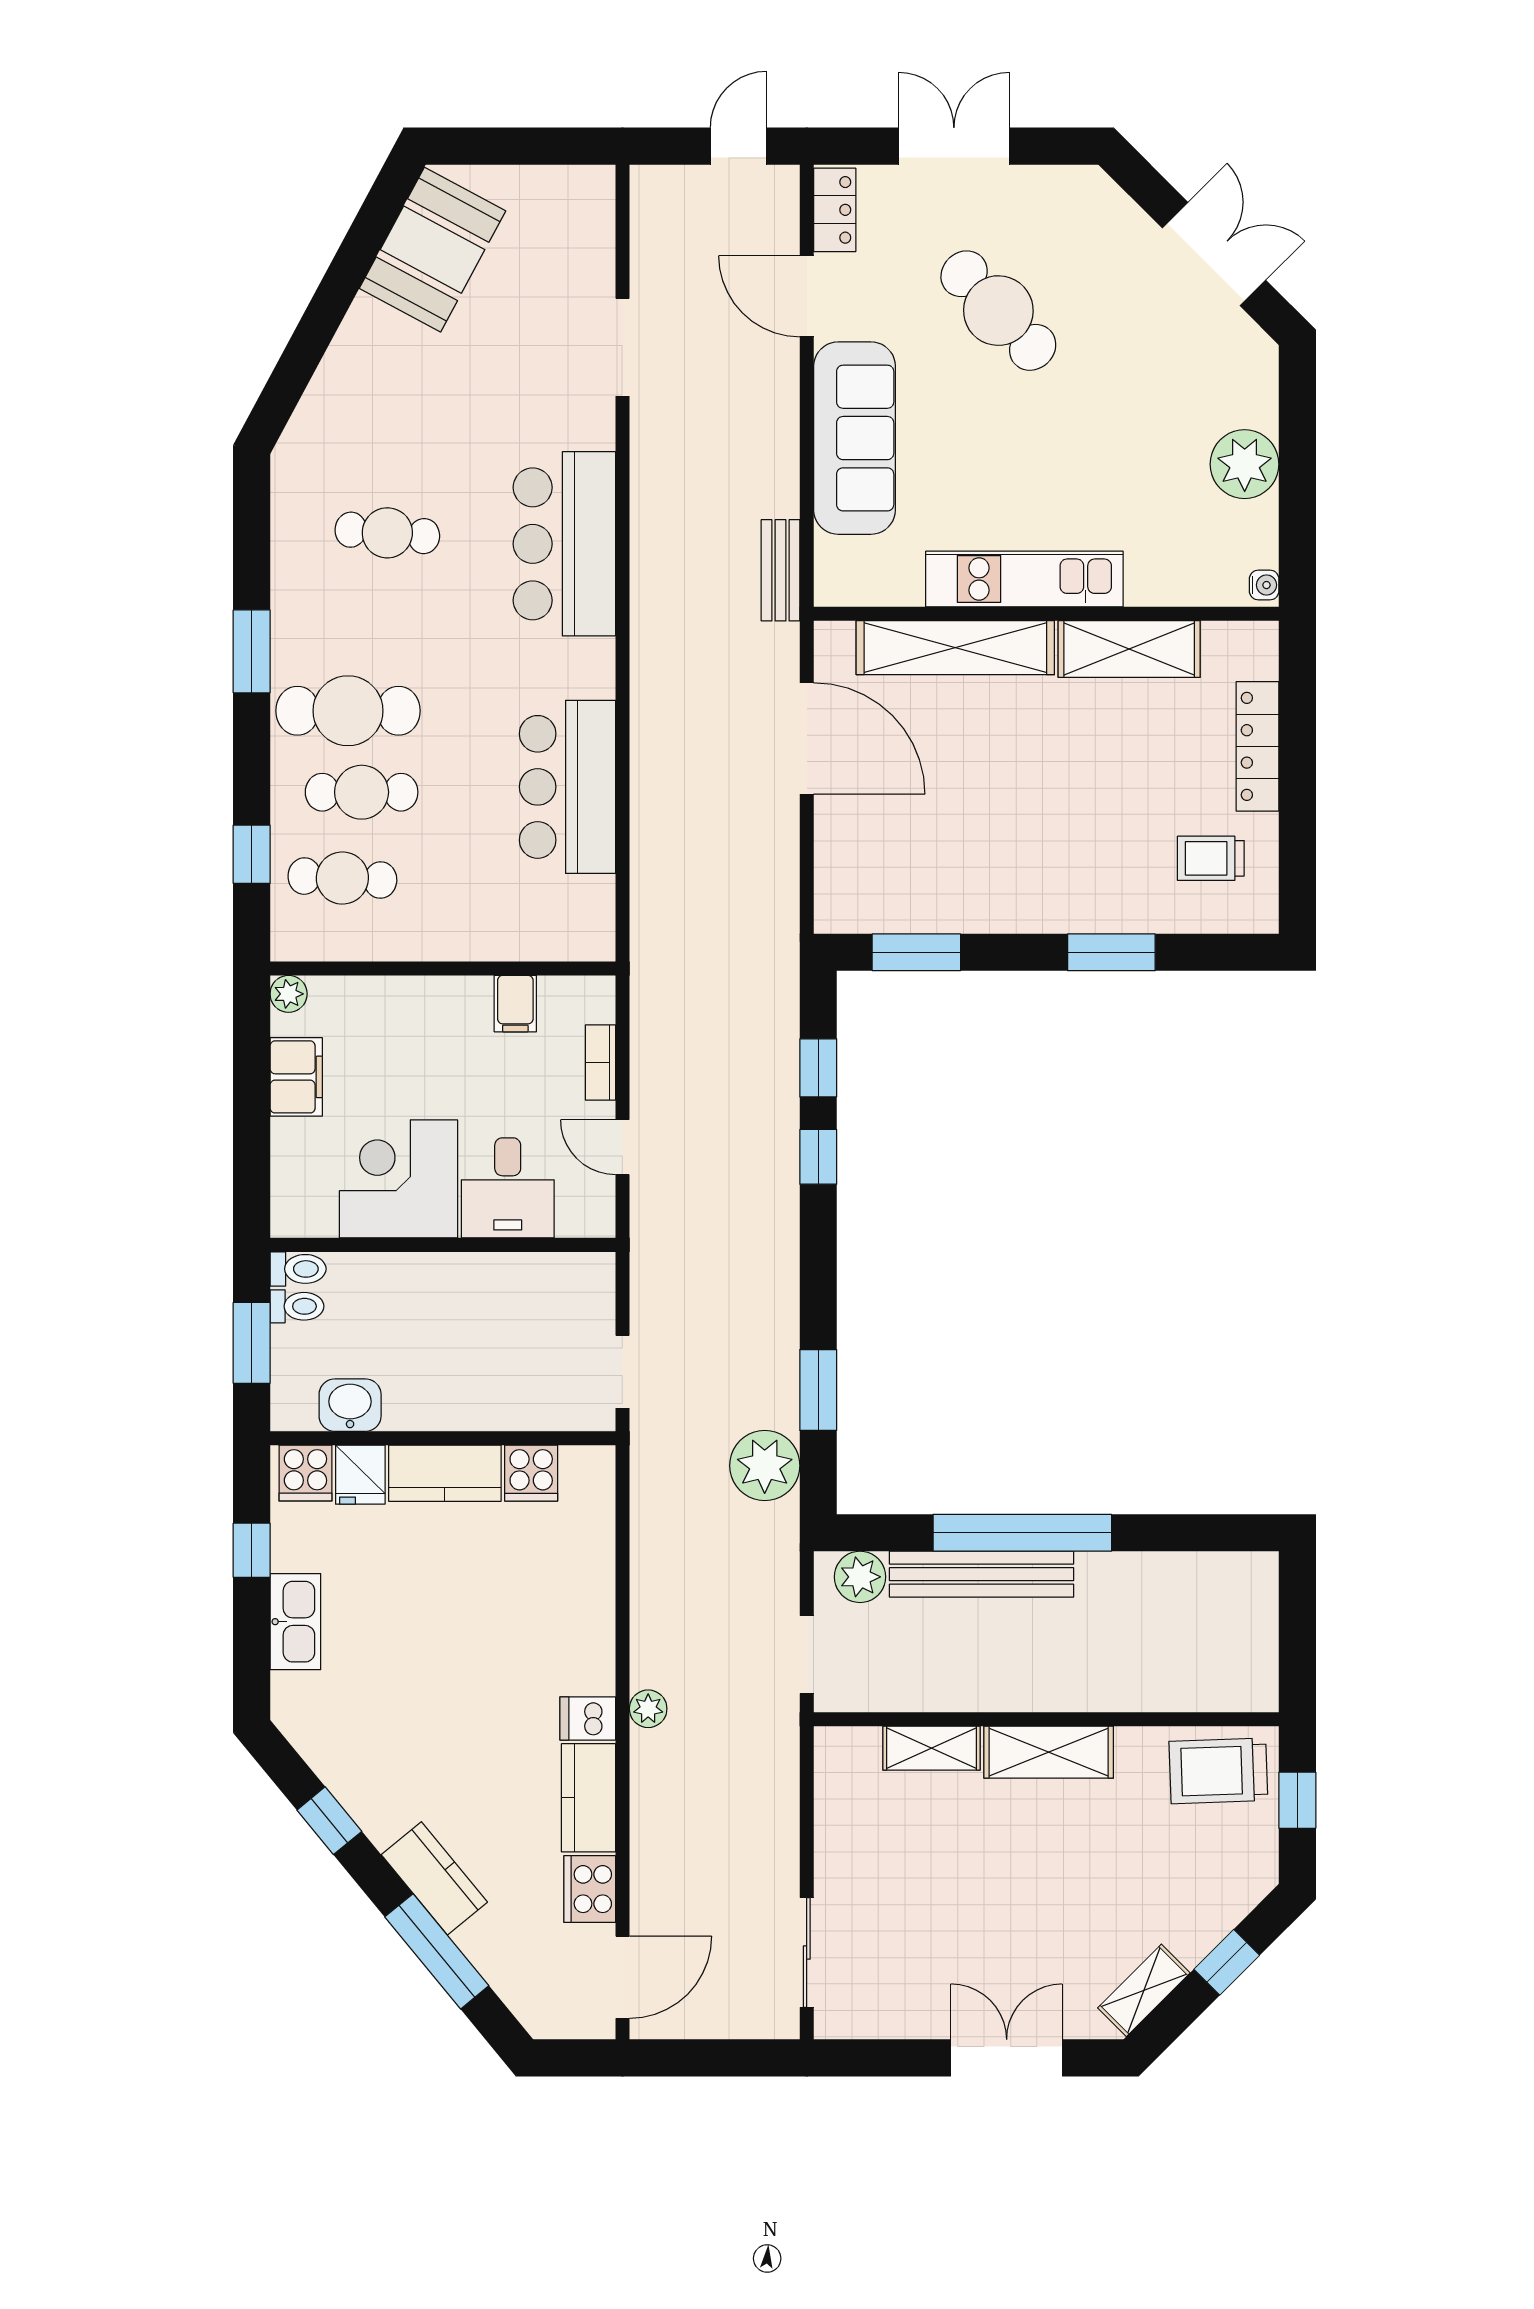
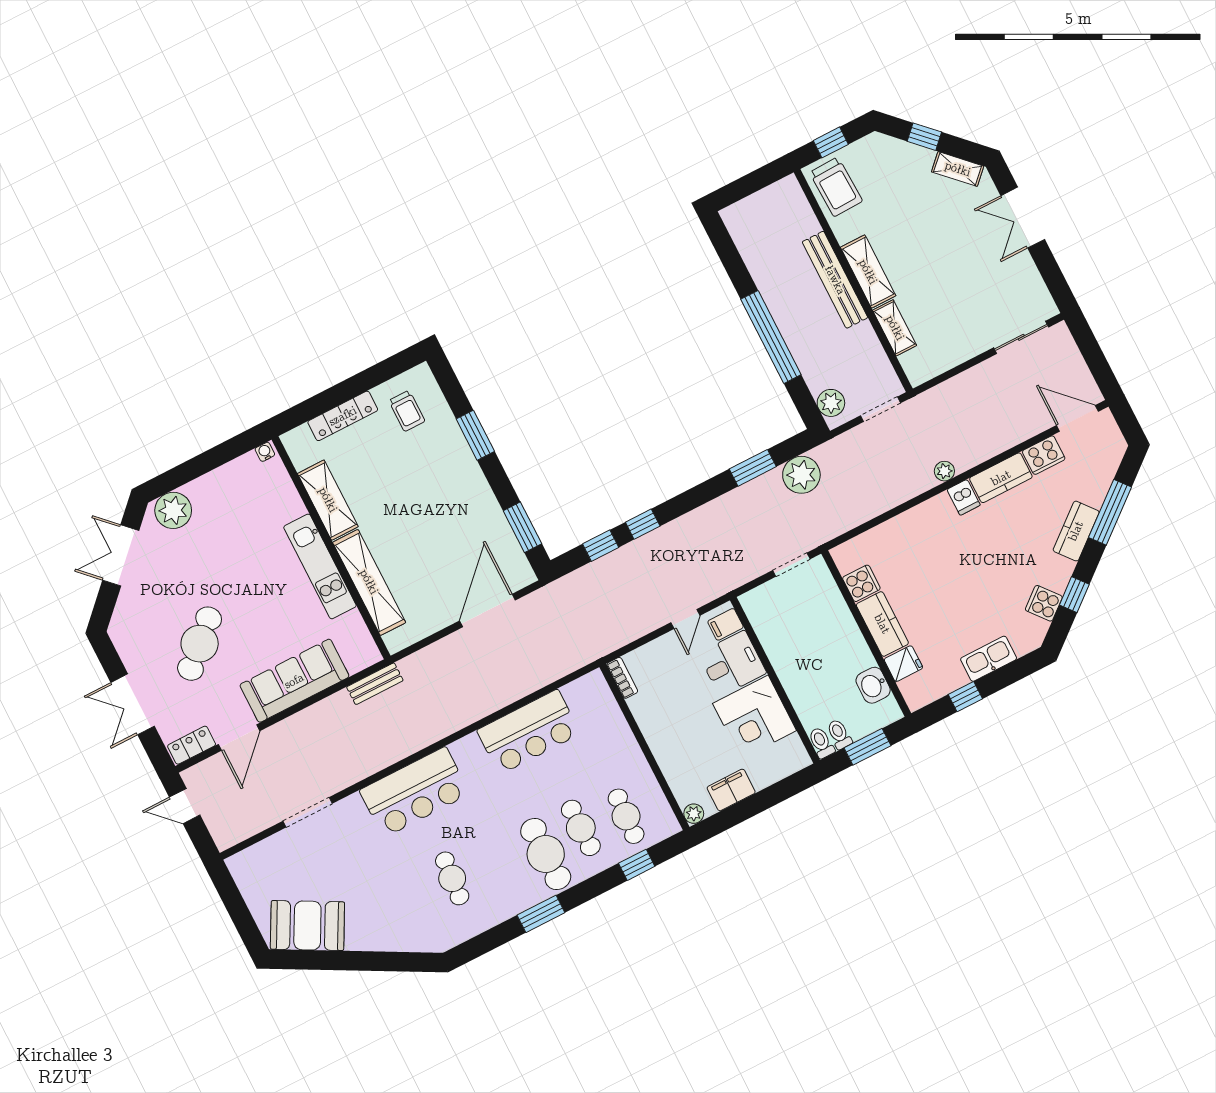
plant: (1245, 464) -> (173, 510), moved
door: (807, 738) -> (487, 610), moved
filing cabinet: (515, 1004) -> (725, 624), moved, turned 180
bookcase: (600, 1062) -> (622, 678), moved, turned -90
cooker: (305, 1473) -> (1044, 603), moved, turned -129
bench: (982, 1574) -> (835, 280), moved

